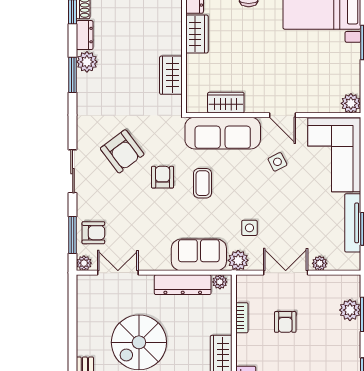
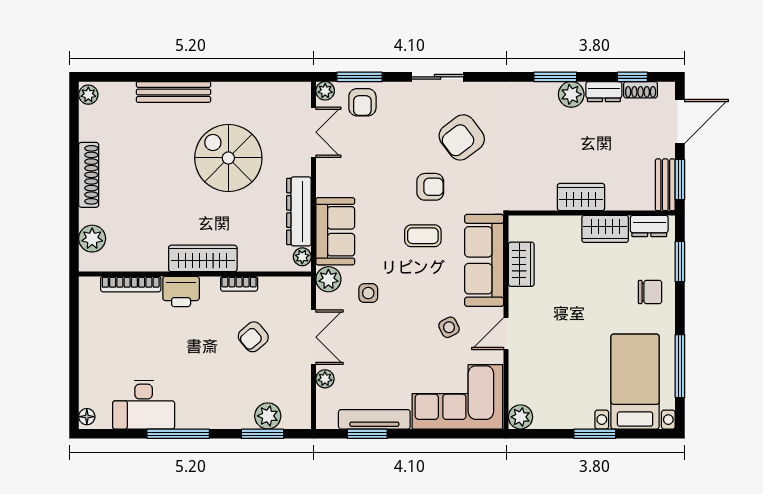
wardrobe: (171, 75) -> (581, 197), moved
bookcase: (242, 318) -> (239, 284), moved
armchair: (285, 322) -> (253, 337), turned -40

